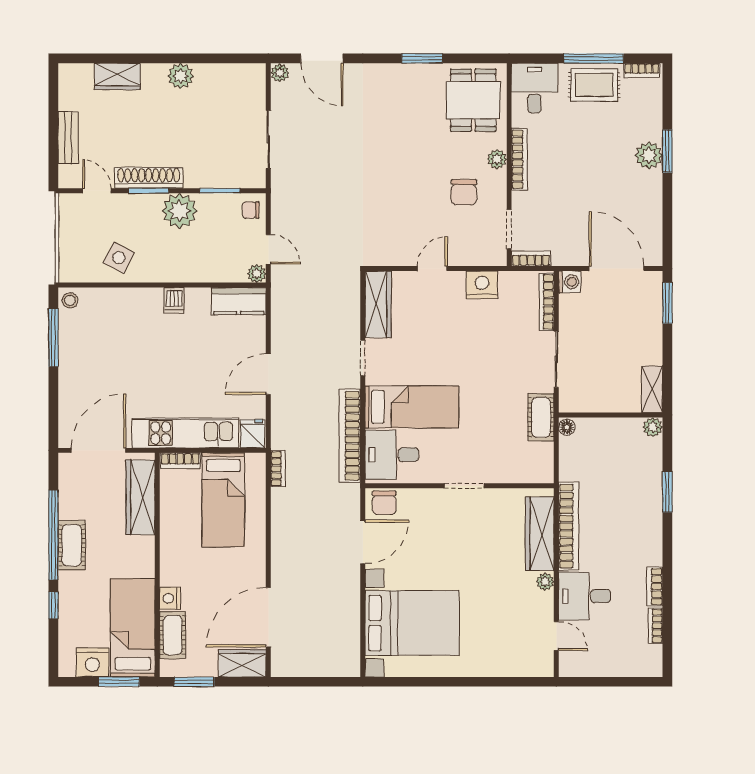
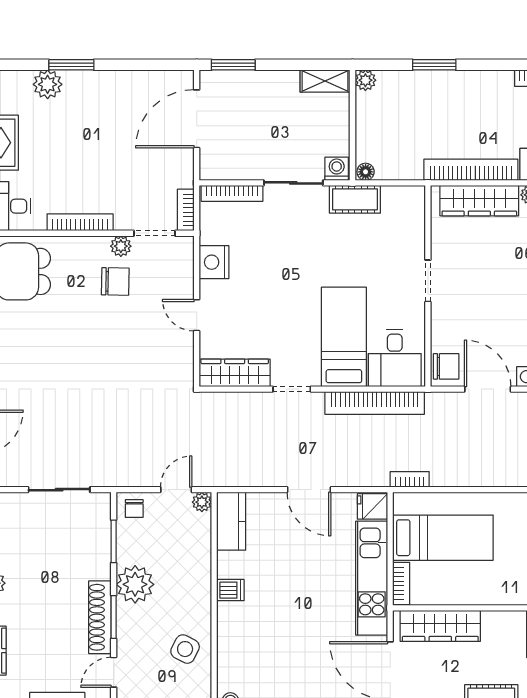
plant: (649, 155) -> (48, 84), moved
plant: (497, 159) -> (121, 246), moved
washing machine: (570, 282) -> (337, 169), moved

